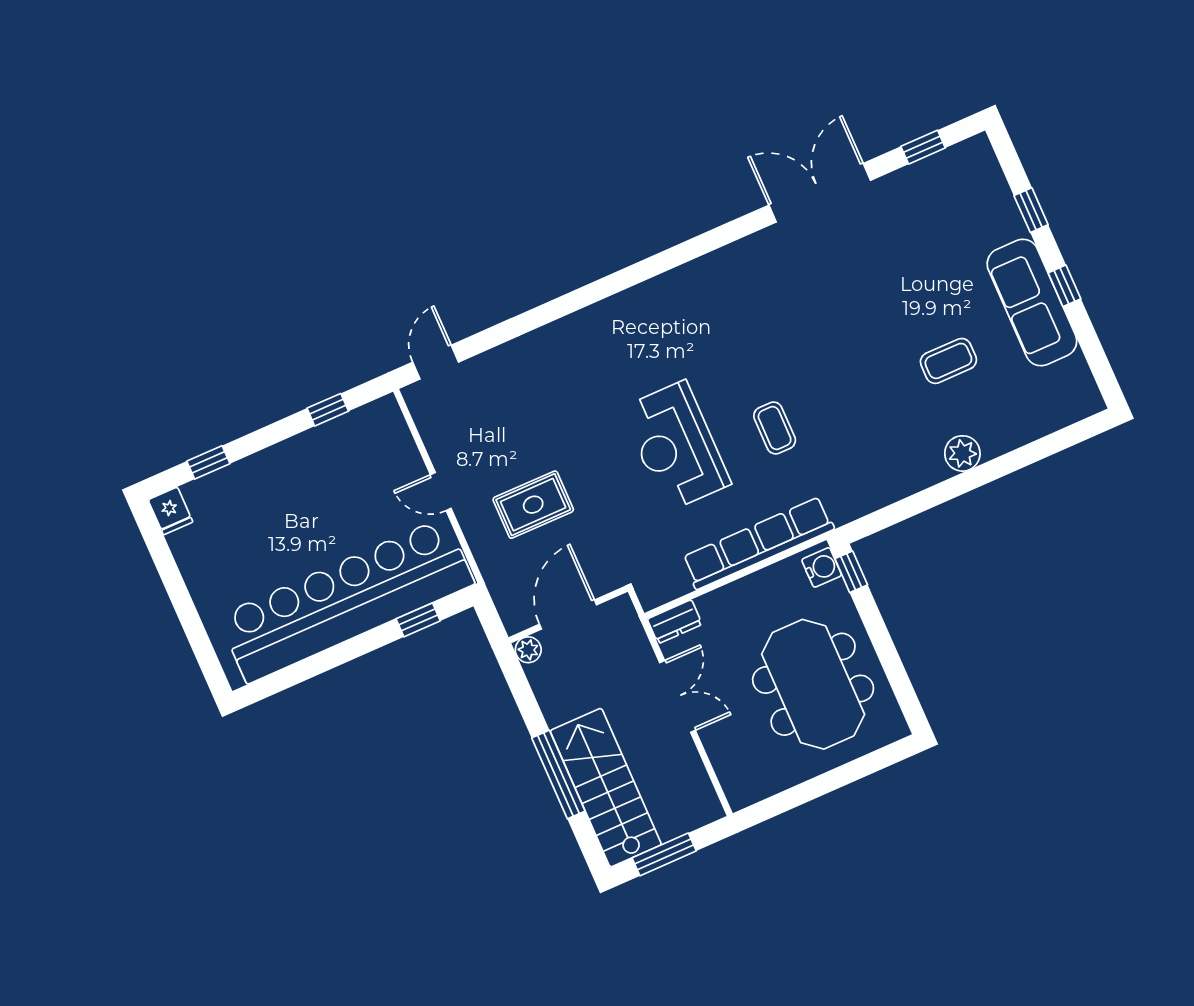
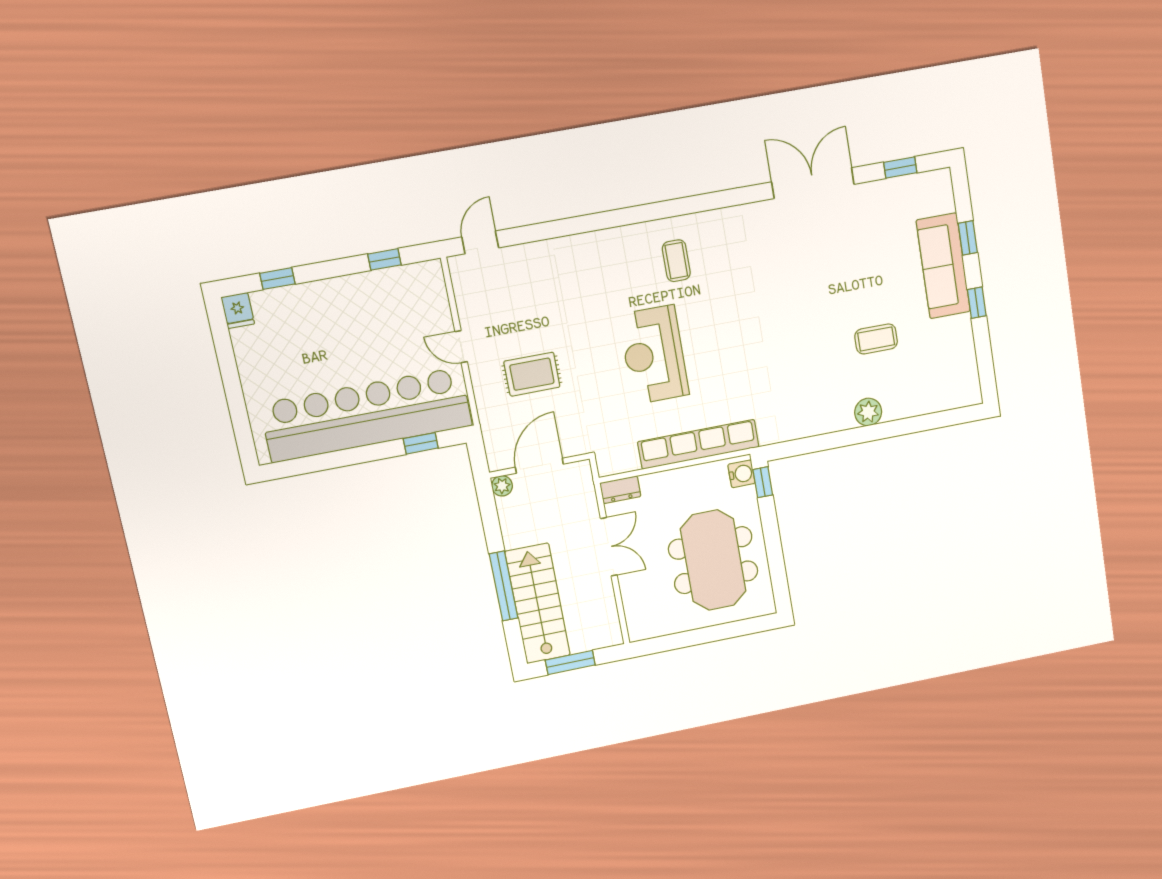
sofa: (1032, 302) -> (943, 266), moved
coffee table: (775, 428) -> (676, 261), moved

